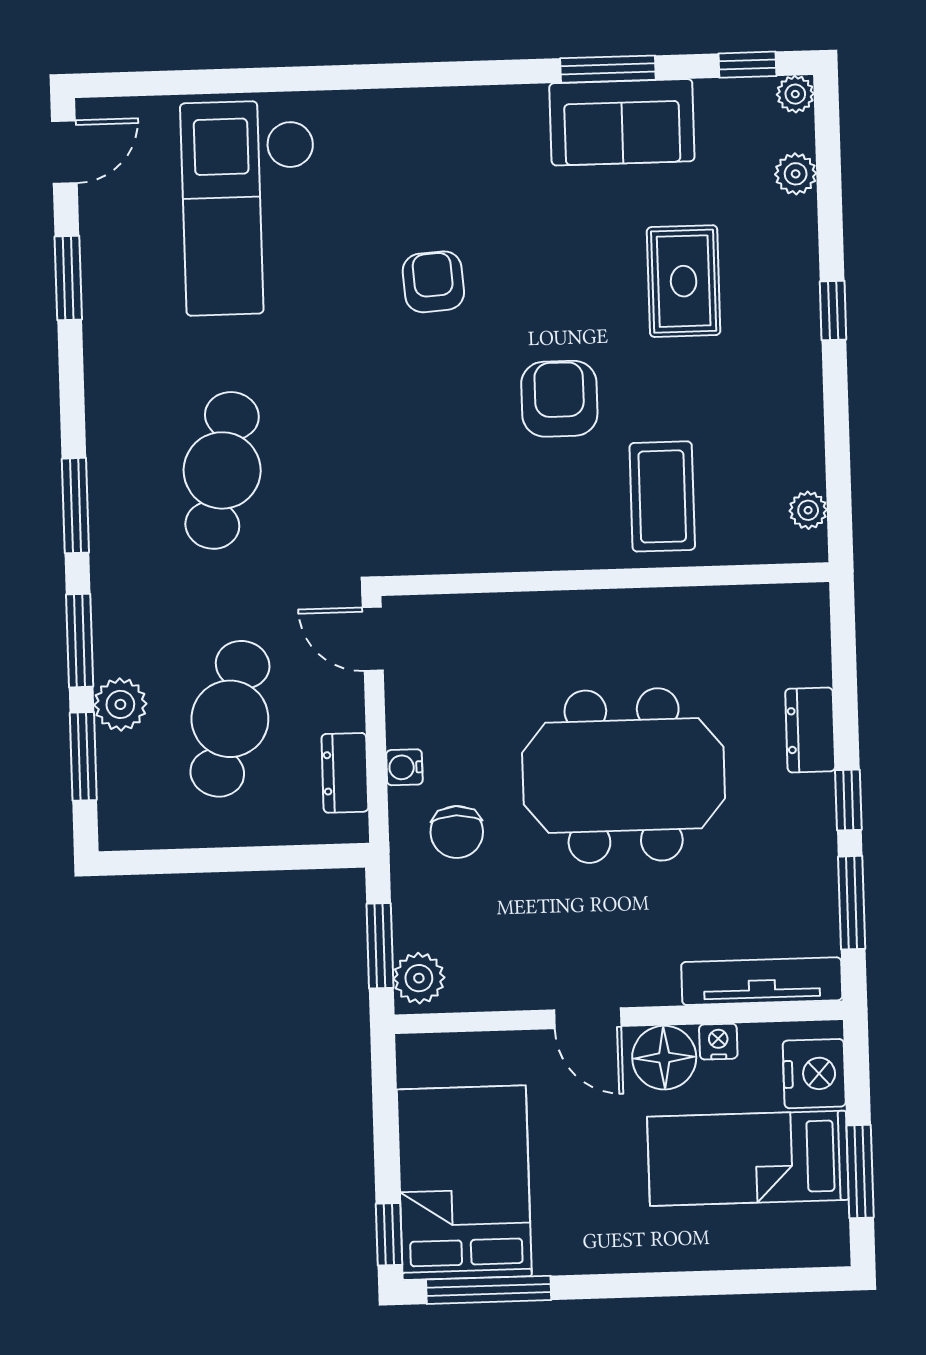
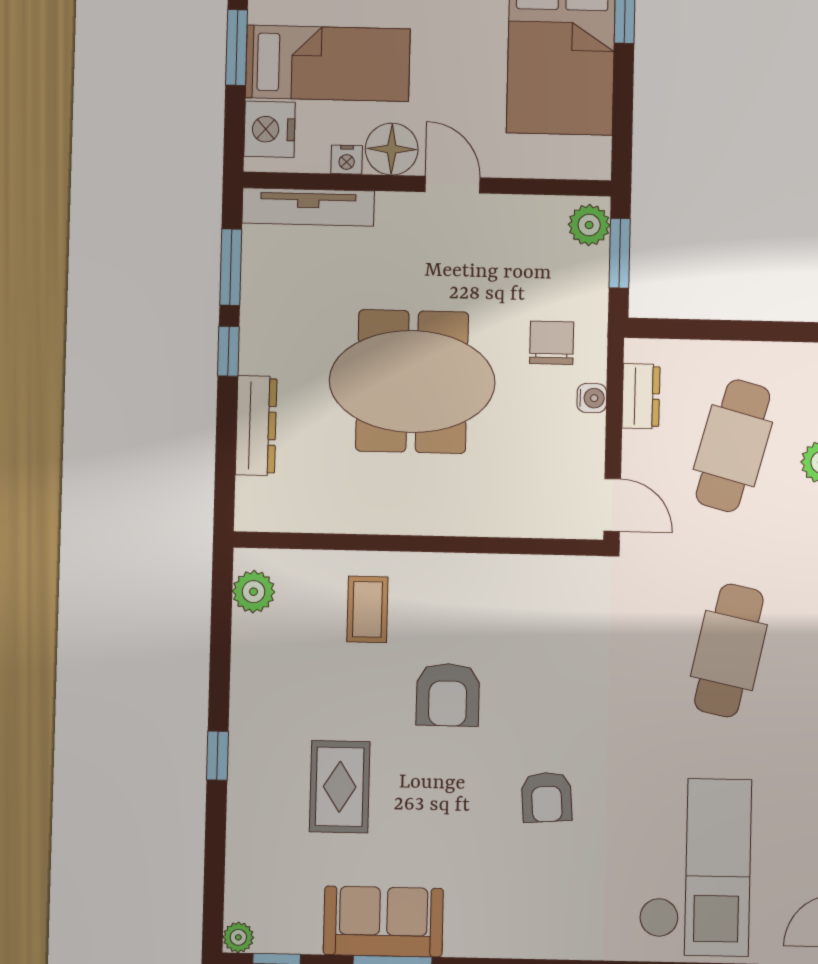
plant: (796, 174) -> (242, 871), removed
coffee table: (662, 496) -> (367, 609), width x0.73, depth x0.77
plant: (808, 510) -> (254, 592), width x1.38, depth x1.38
dresser: (810, 730) -> (256, 426), width x1.44

